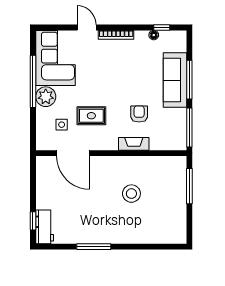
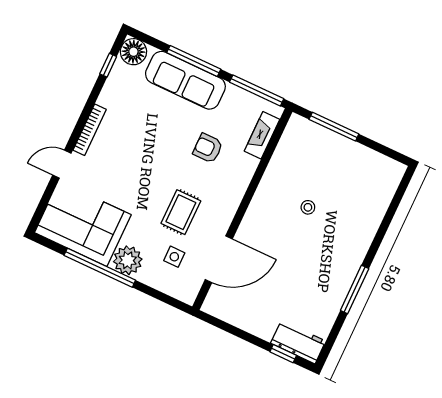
floor lamp: (154, 35) -> (133, 52), moved, width x1.89, depth x1.89
fireplace: (134, 144) -> (262, 135), moved
stool: (131, 194) -> (308, 207), width x0.53, depth x0.53

